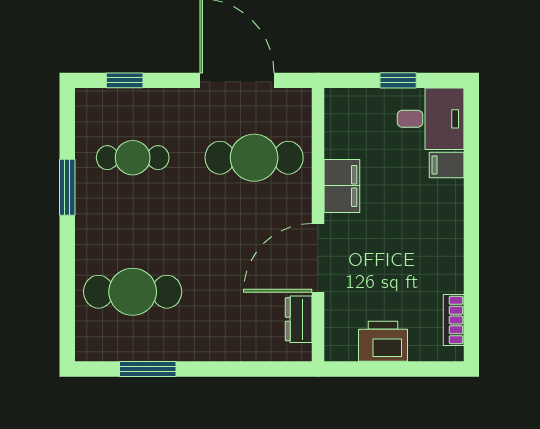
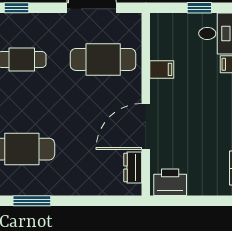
filing cabinet: (342, 186) -> (162, 69), width x0.50
printer: (383, 341) -> (170, 182), moved

